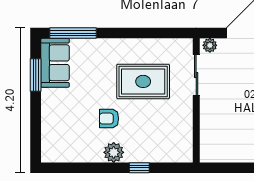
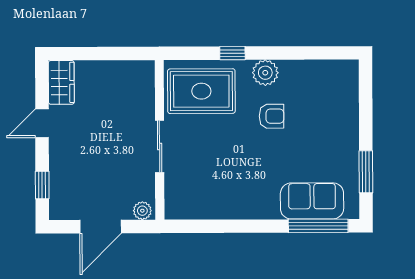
sofa: (55, 63) -> (312, 201), moved, turned 90
sliding door: (196, 75) -> (160, 146), moved
rug: (143, 81) -> (201, 91), moved

